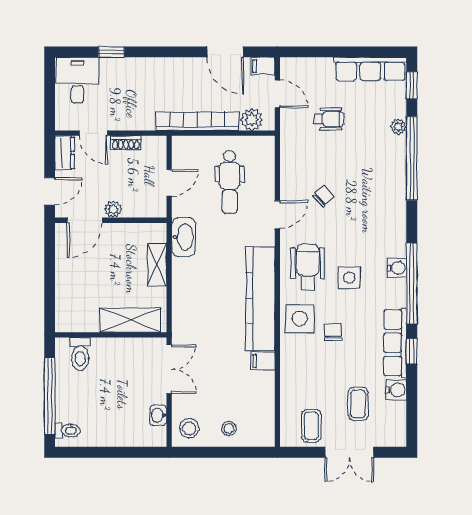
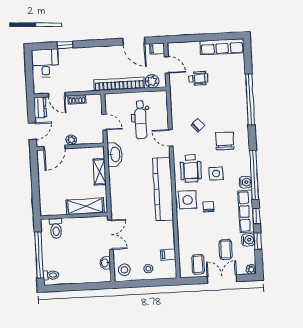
window: (412, 85) -> (258, 241), moved
plant: (399, 127) -> (251, 269), moved
door: (169, 183) -> (104, 122), hinge flipped
door: (277, 215) -> (171, 138), swing flipped
chair: (366, 225) -> (225, 141), added
wheelchair: (308, 267) -> (191, 168), turned 180
water cooler: (397, 268) -> (245, 182), moved
filing cabinet: (263, 361) -> (168, 254), moved
double door: (349, 452) -> (222, 279), swing flipped

